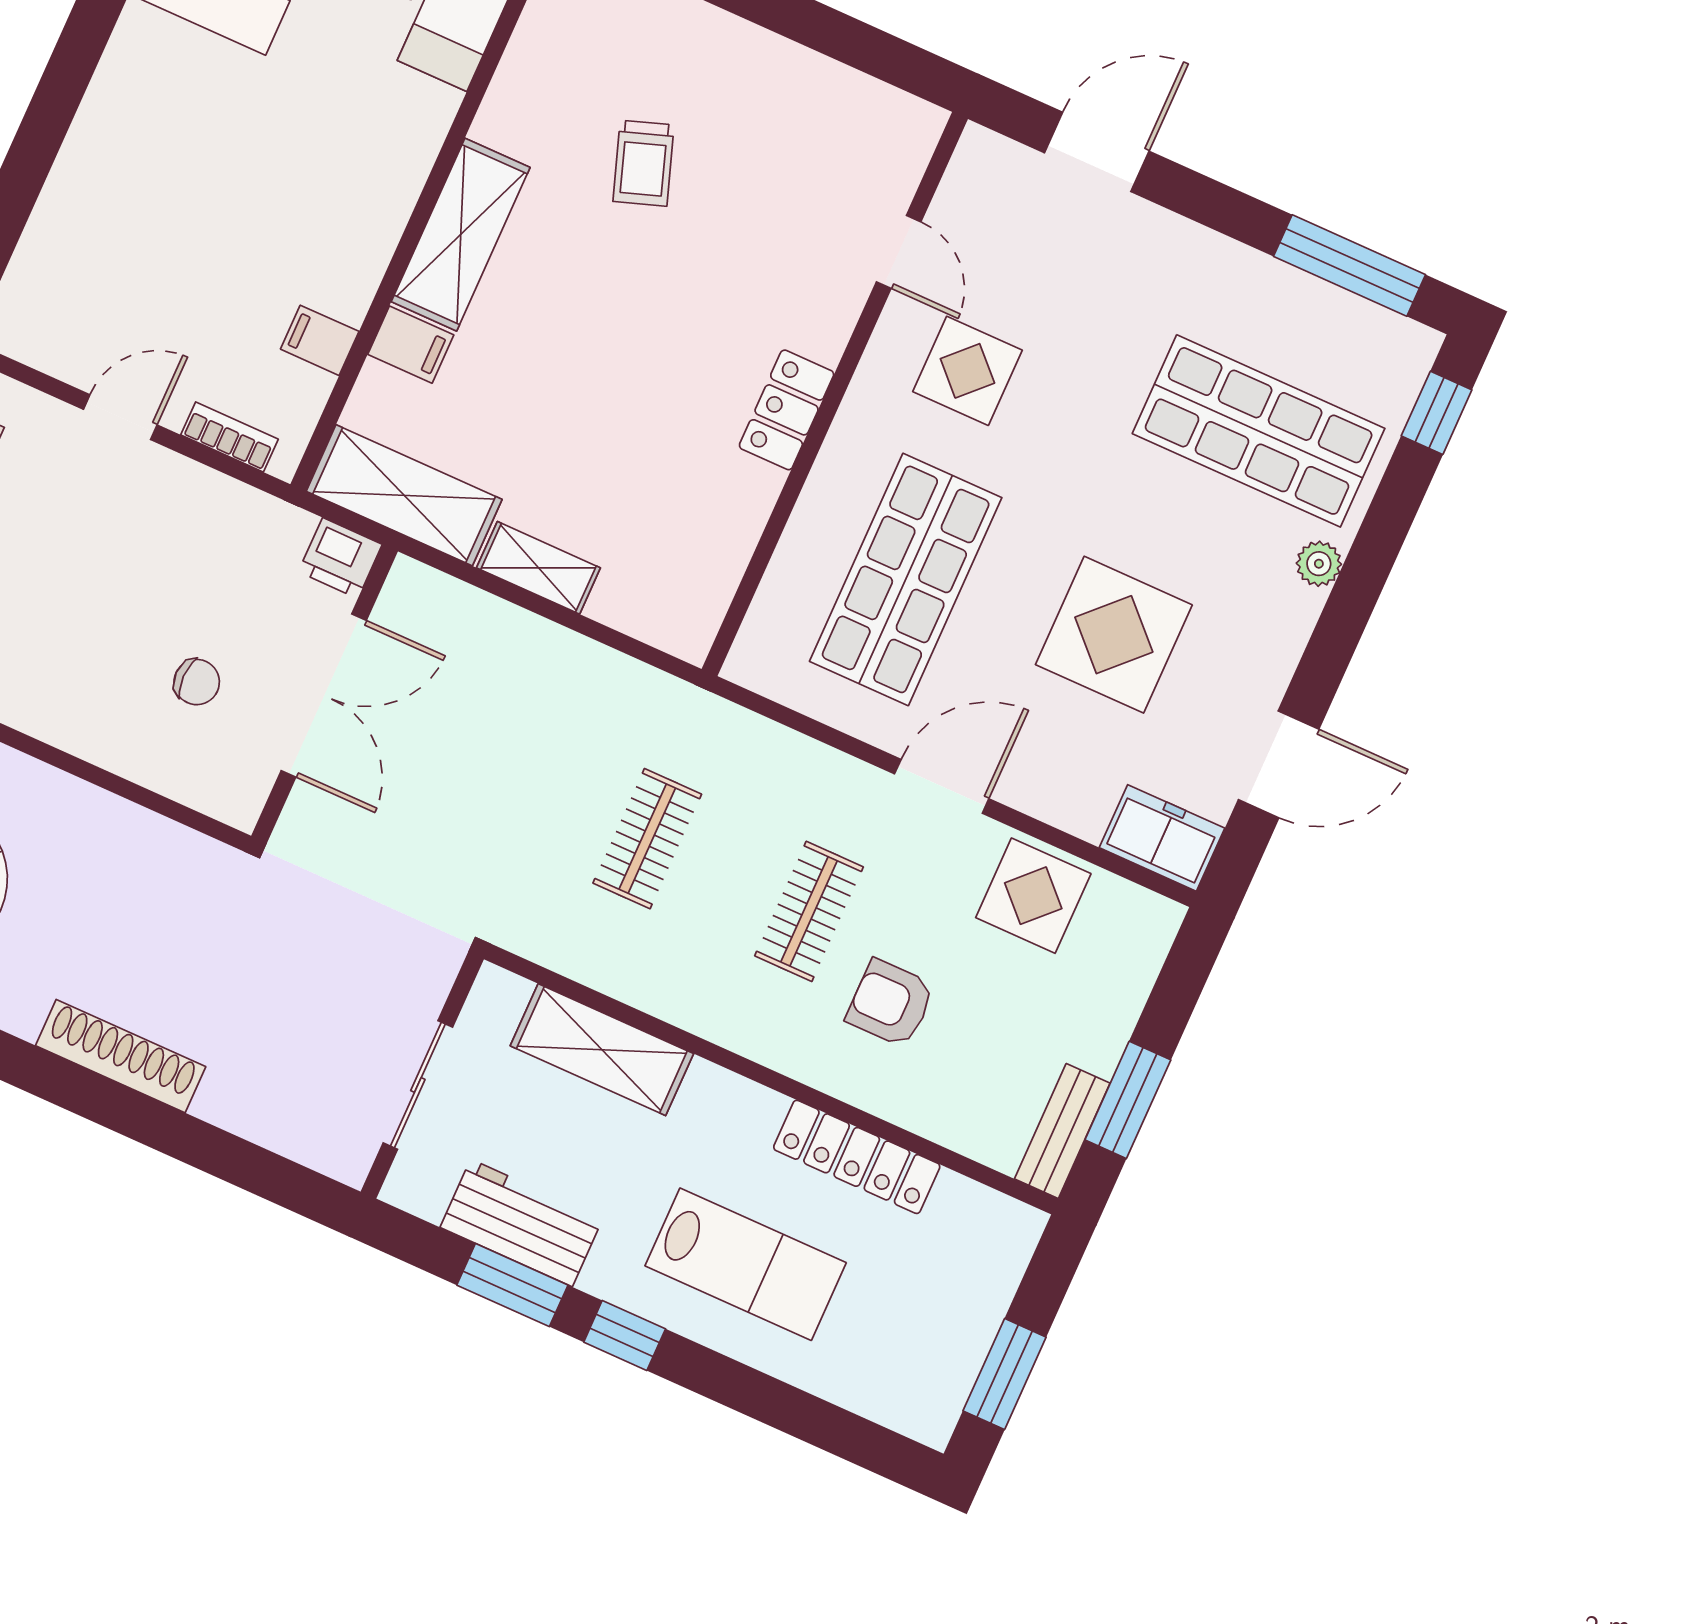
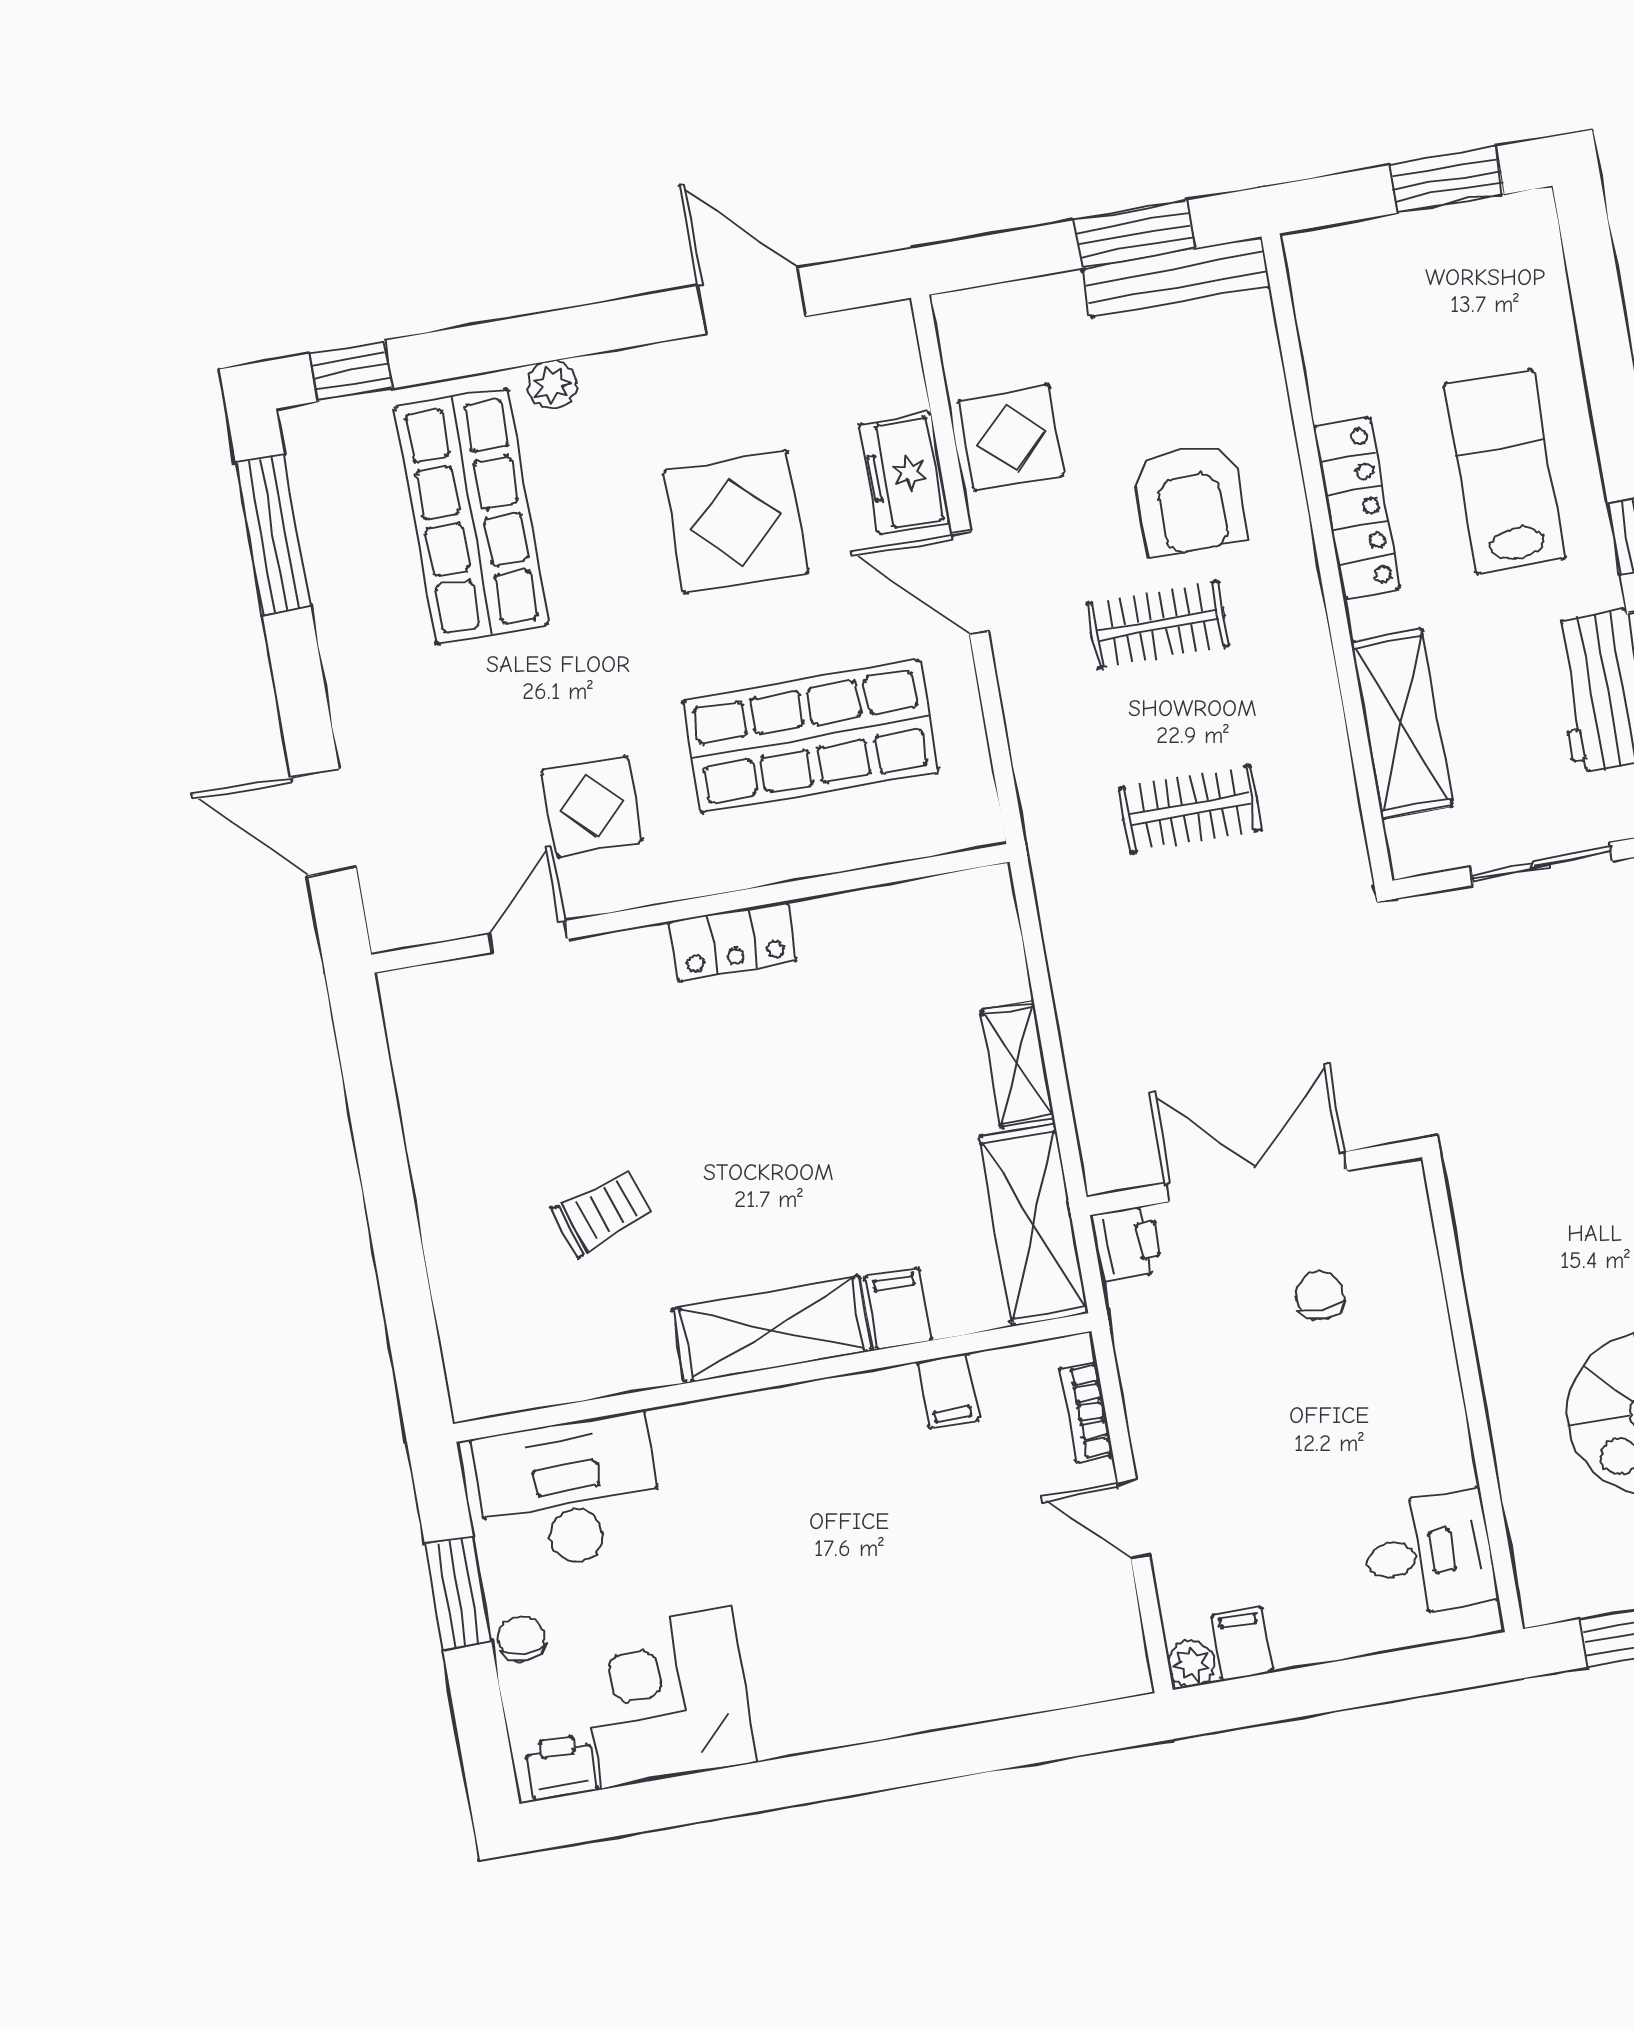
freezer: (1162, 838) -> (905, 473), moved
armchair: (891, 1003) -> (1190, 499), width x1.38, depth x1.38
bench: (1062, 1131) -> (1176, 277), width x1.36
locker: (857, 1157) -> (1357, 508), moved

